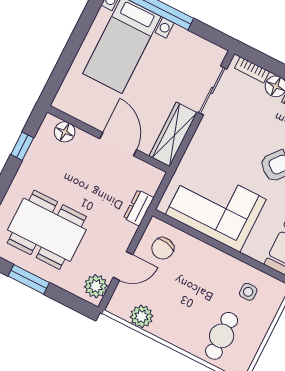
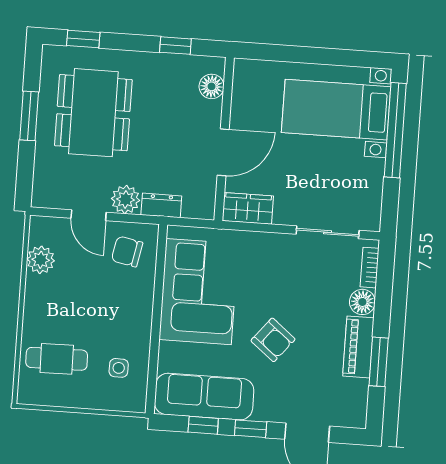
wardrobe: (173, 134) -> (248, 208), width x0.67
plant: (96, 286) -> (126, 199), moved

